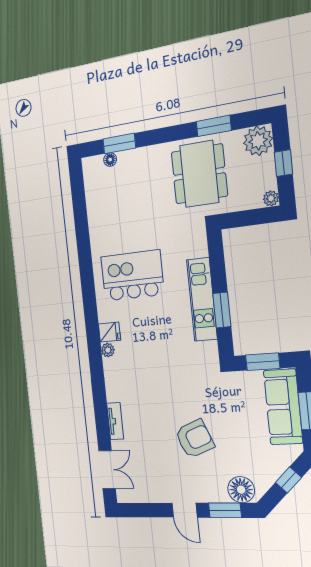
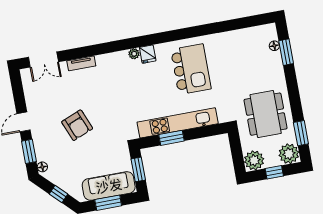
window: (214, 126) -> (301, 133), moved
dining table: (199, 174) -> (266, 114), turned 90
plant: (271, 198) -> (254, 160), width x1.87, depth x1.87
kitchen unit: (202, 299) -> (178, 123), width x1.36
floor lamp: (241, 490) -> (42, 167), width x0.53, depth x0.53

